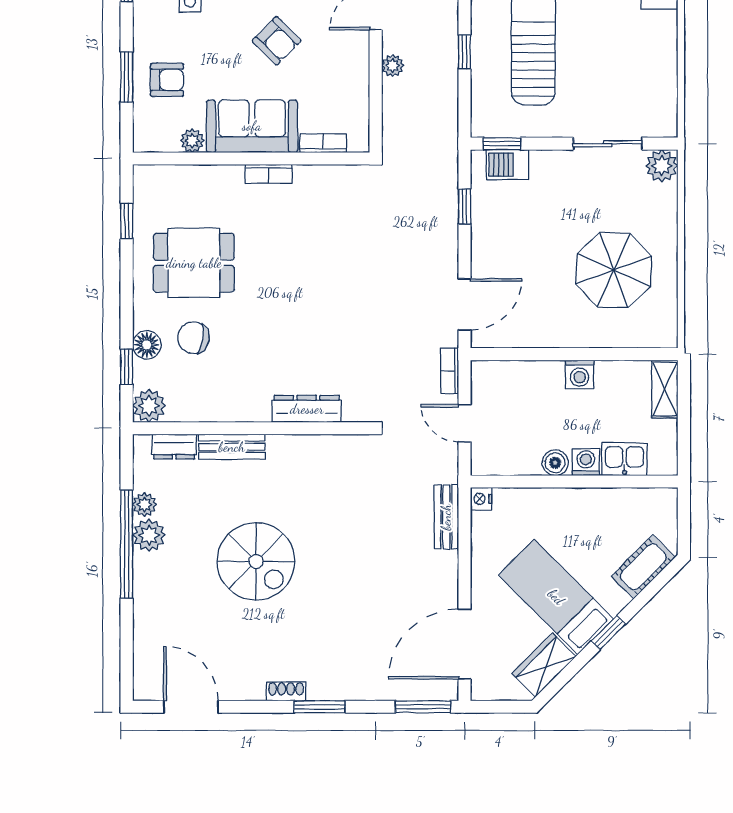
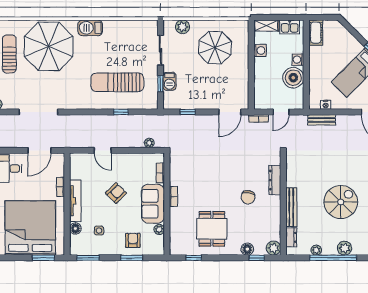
plant: (393, 66) -> (149, 143), moved
window: (502, 144) -> (160, 84), moved
barbecue: (507, 165) -> (169, 81), moved
plant: (662, 166) -> (183, 27), moved
door: (465, 304) -> (230, 112), swing flipped
chair: (194, 338) -> (248, 197), moved
washing machine: (580, 374) -> (260, 50), moved
bench: (232, 447) -> (291, 207), width x1.36
kitchen sink: (624, 459) -> (290, 27), moved, turned -90
boiler: (555, 463) -> (293, 78), width x1.86, depth x1.86
nightstand: (481, 499) -> (326, 105), moved
plant: (149, 535) -> (344, 248), moved
cot: (643, 567) -> (316, 33), moved, turned 45

